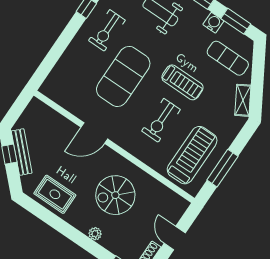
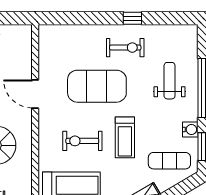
exercise bike: (107, 30) -> (125, 48), turned 180
exercise mat: (228, 58) -> (169, 161), turned 90

